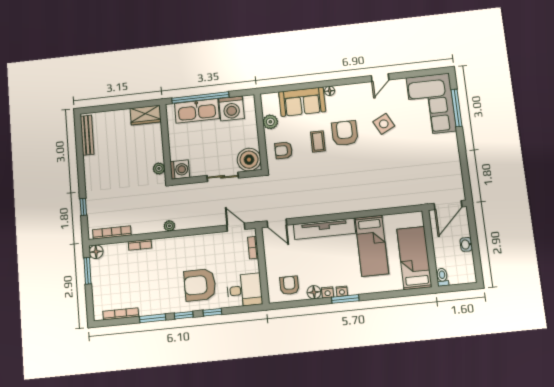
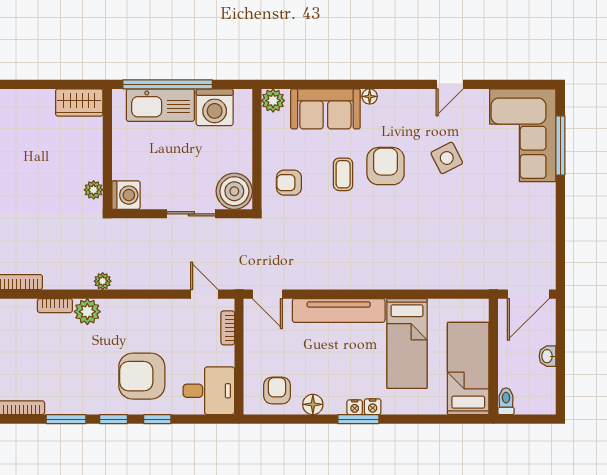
plant: (270, 122) -> (273, 101), moved
plant: (161, 246) -> (87, 312), added
nightstand: (328, 292) -> (373, 407), moved

